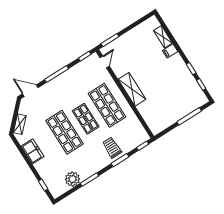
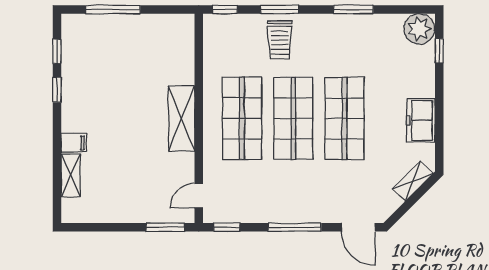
shop shelf: (86, 119) -> (293, 118), width x1.43, depth x1.36
plant: (73, 179) -> (419, 29), moved

